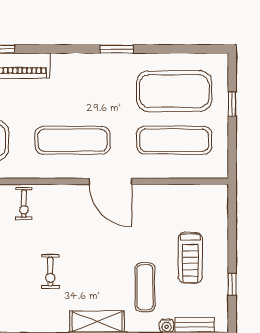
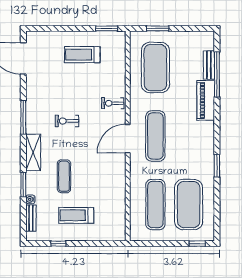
window: (232, 104) -> (197, 244), moved
door: (110, 181) -> (128, 139), moved
exercise mat: (145, 287) -> (64, 176), moved, turned 90

